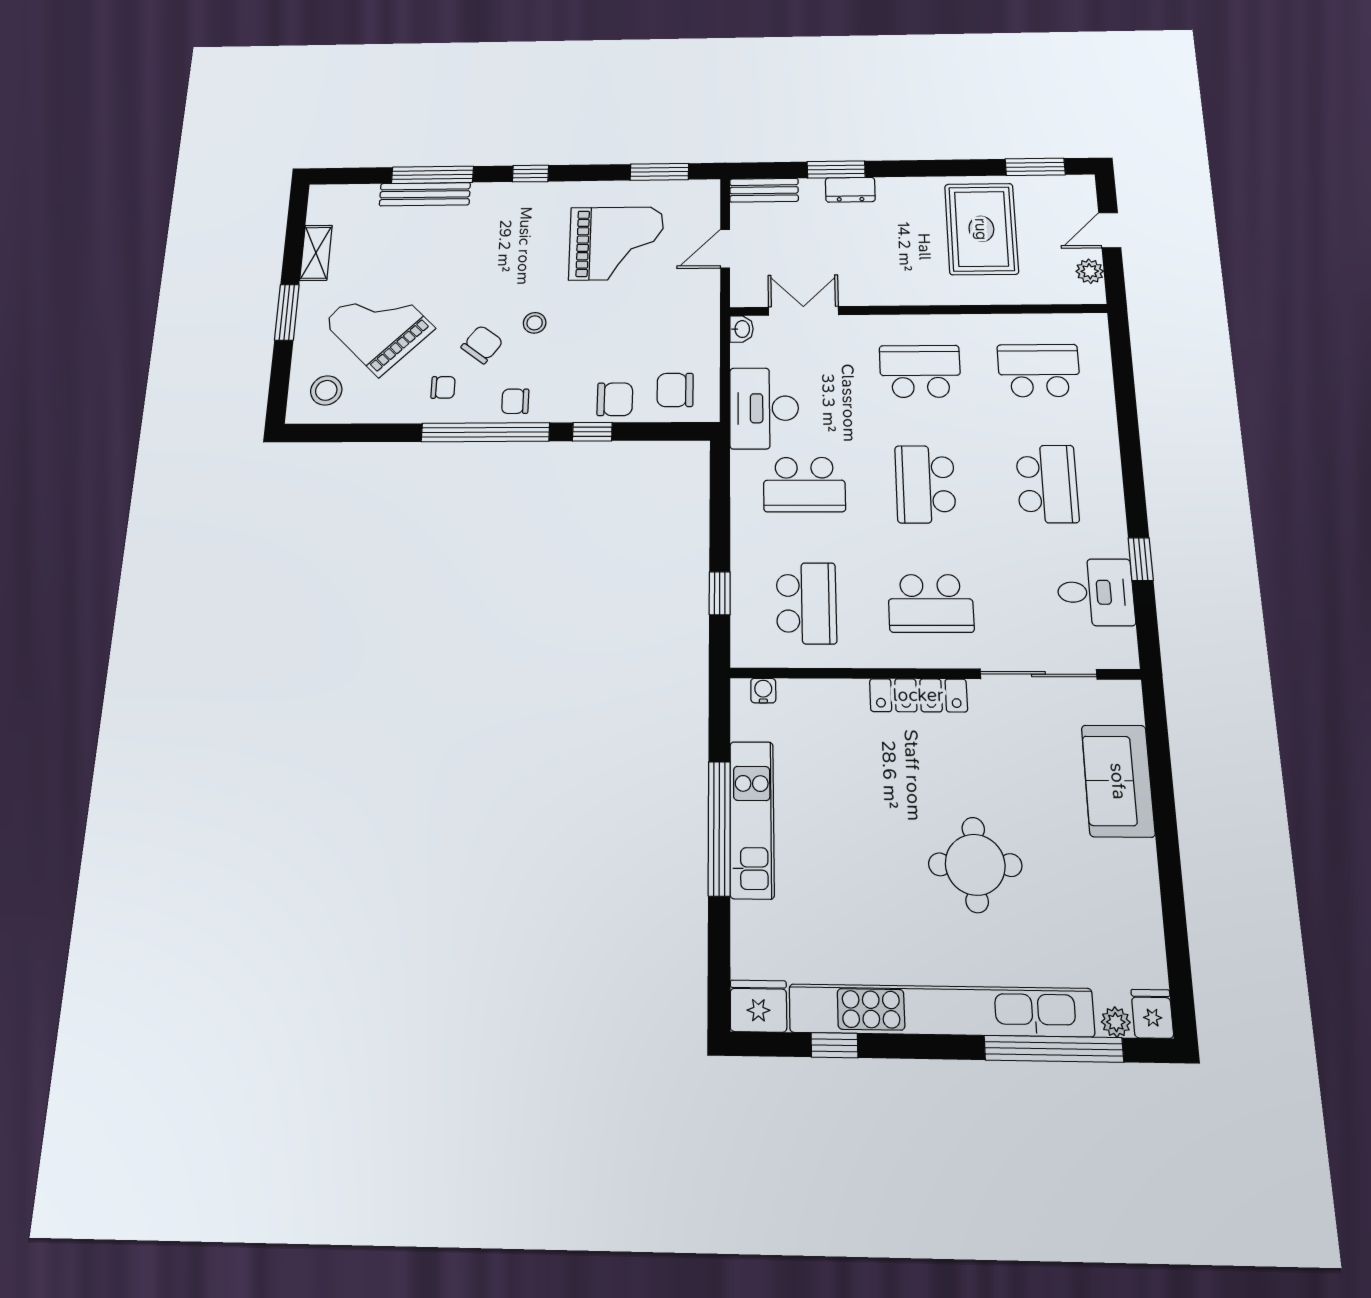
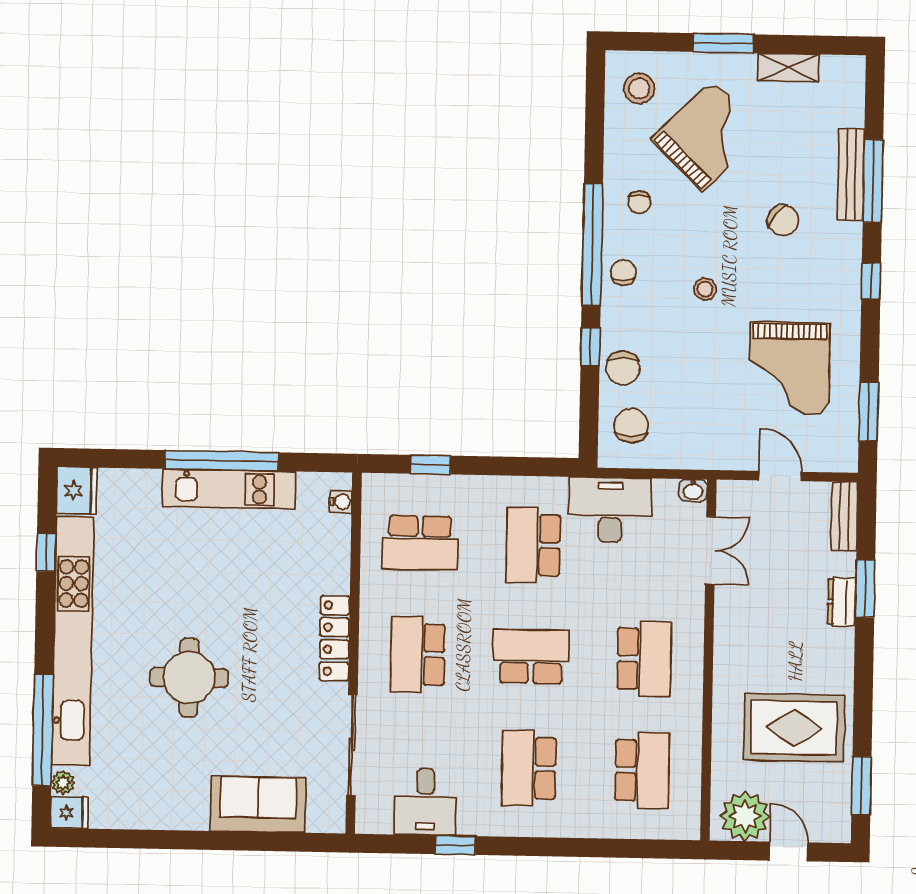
plant: (1090, 271) -> (745, 816), width x1.87, depth x1.87
chair: (482, 344) -> (783, 220), moved
school desk: (1047, 484) -> (529, 768), turned 90

